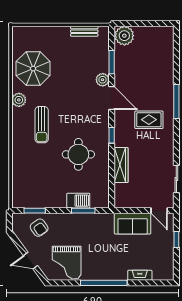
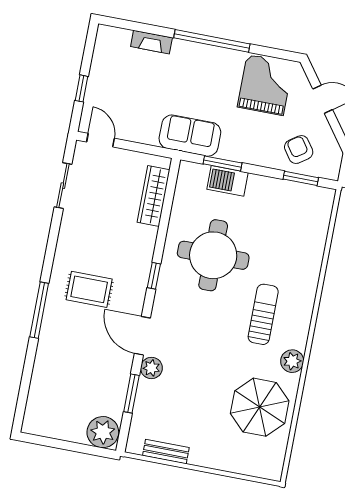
round table: (78, 154) -> (213, 255), width x1.36, depth x1.36
wardrobe: (121, 165) -> (154, 196), moved
sofa: (133, 224) -> (190, 136), moved

